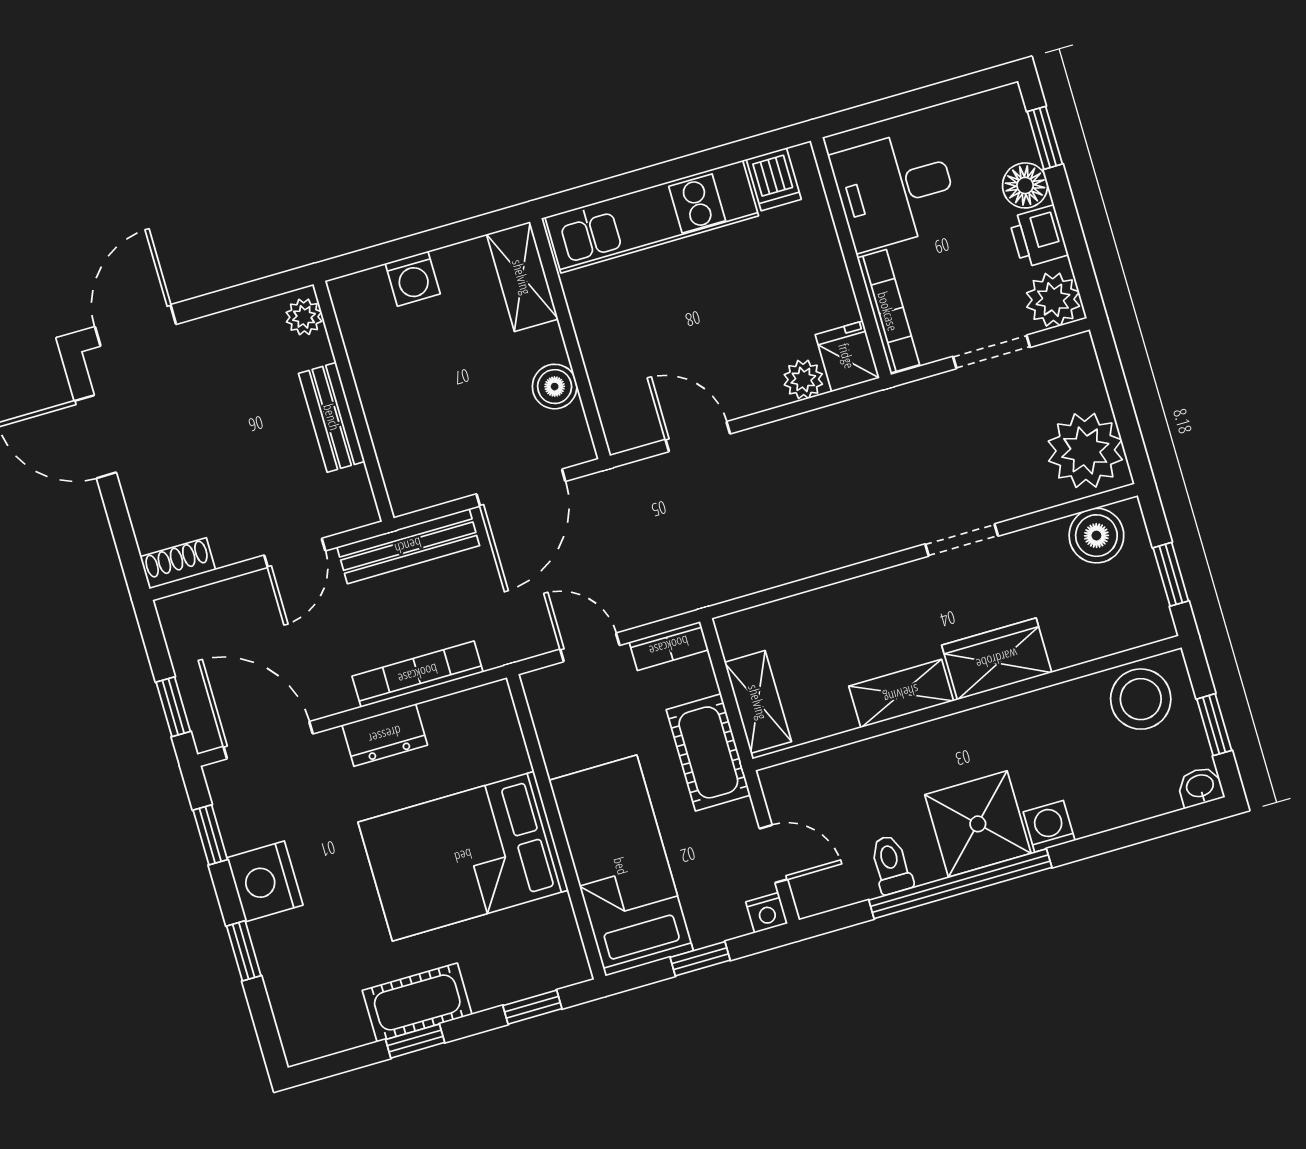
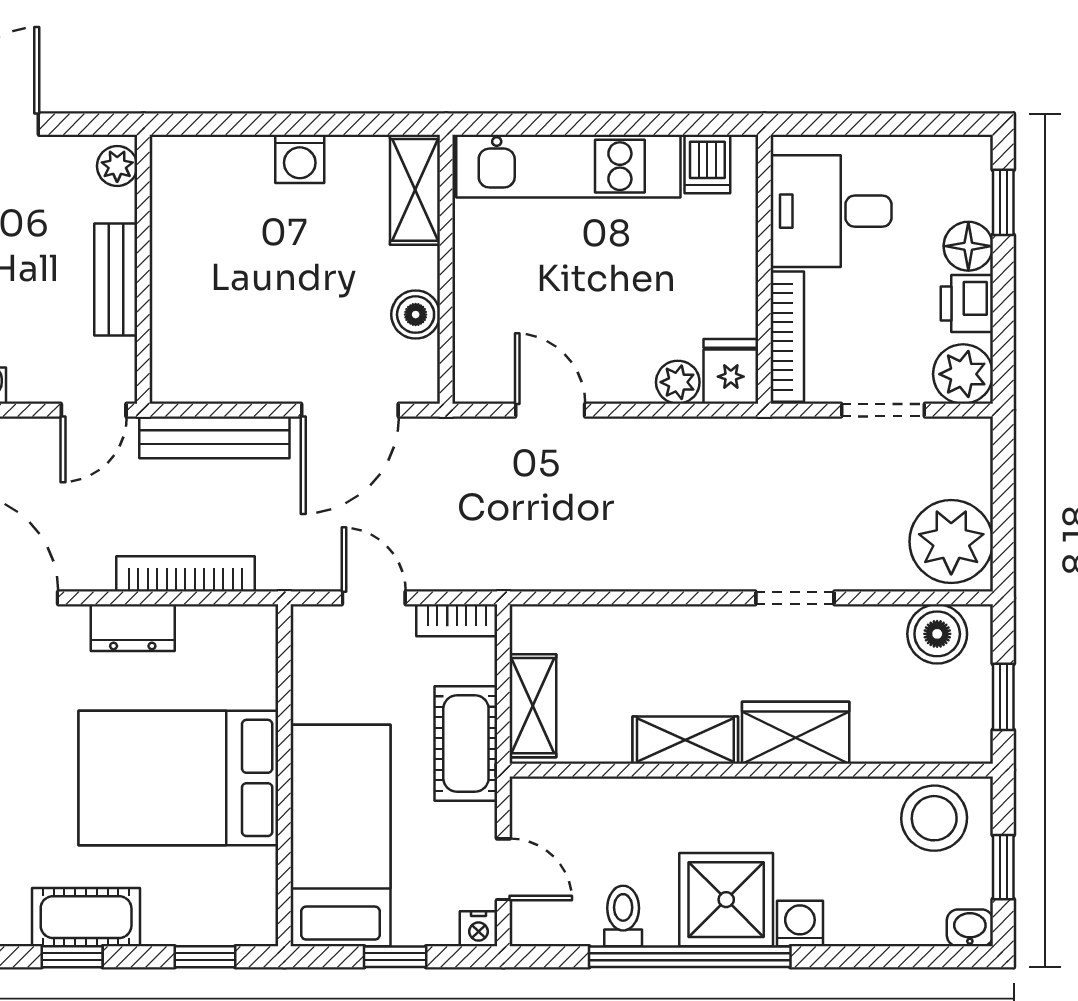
plant: (304, 317) -> (117, 166), moved
wall: (353, 401) -> (143, 269), moved
bench: (332, 417) -> (116, 279), moved

